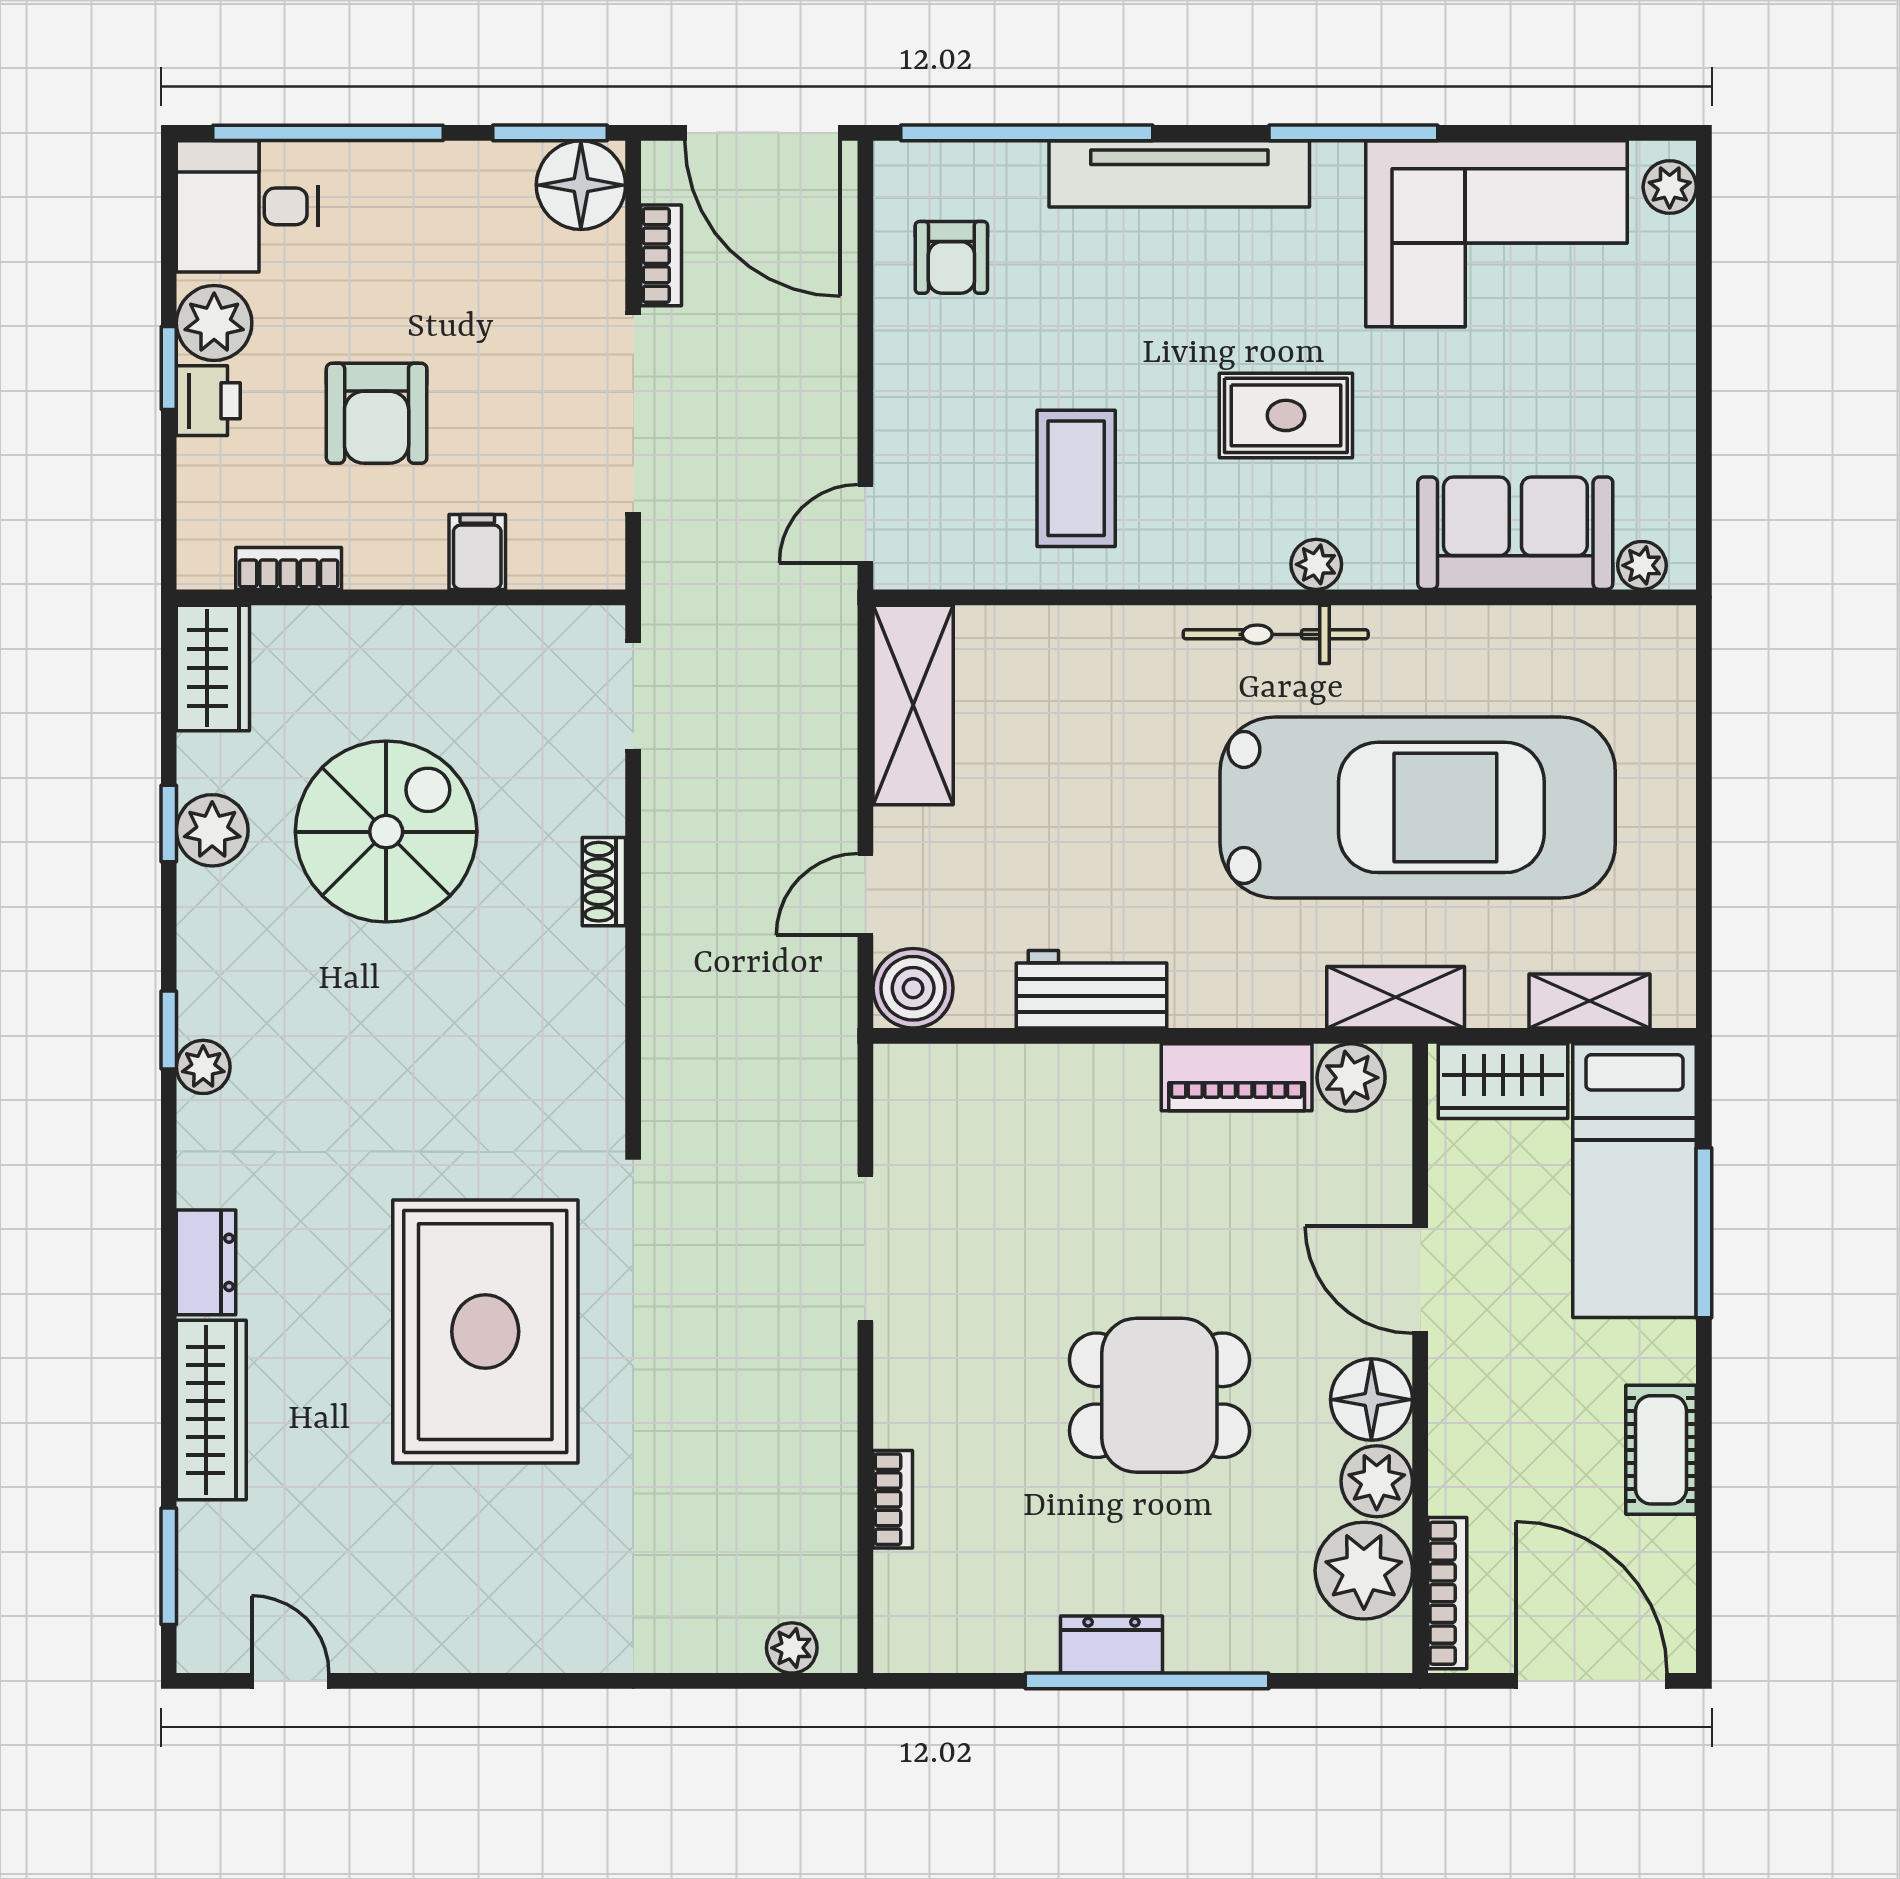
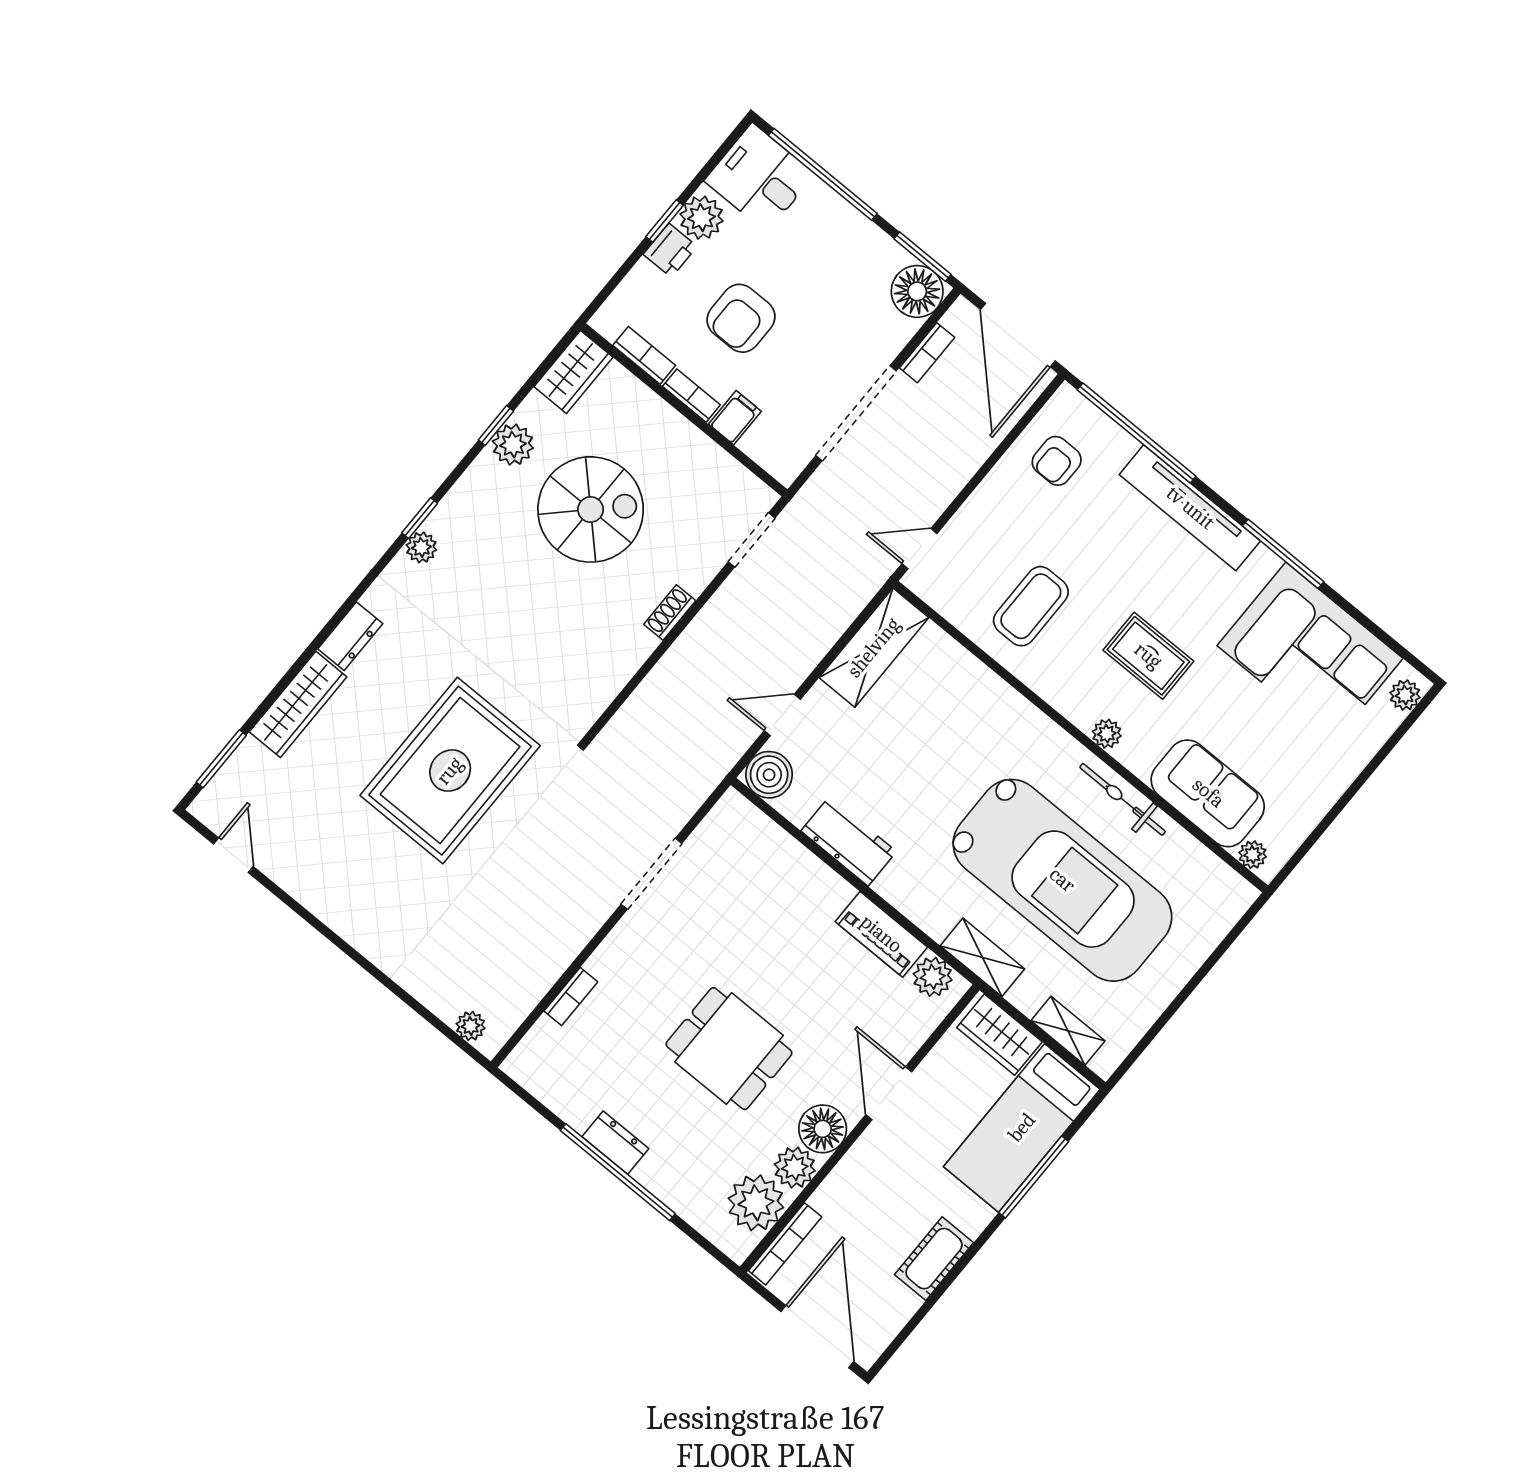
bookcase: (395, 570) -> (691, 396), added
bicycle: (1276, 634) -> (1123, 799), moved

